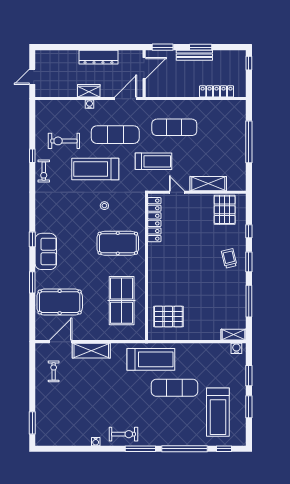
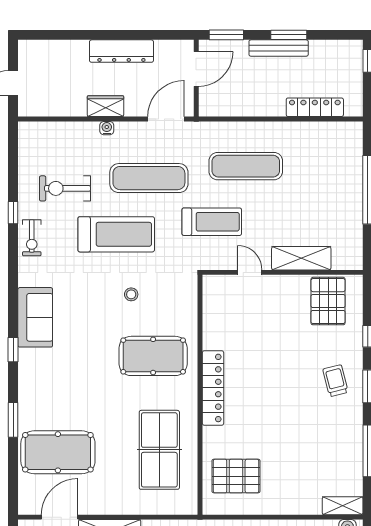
treadmill: (95, 169) -> (116, 234), turned 180
locker: (154, 220) -> (213, 388), moved
sofa: (46, 251) -> (35, 317), moved

